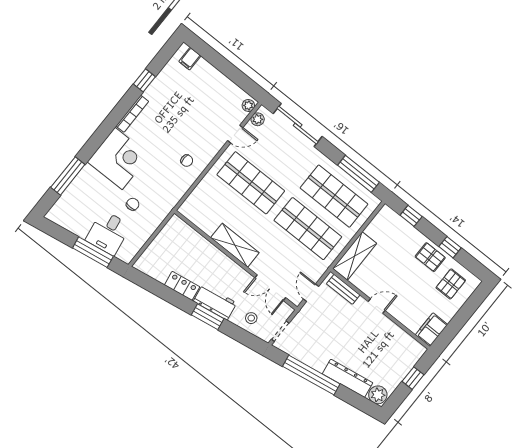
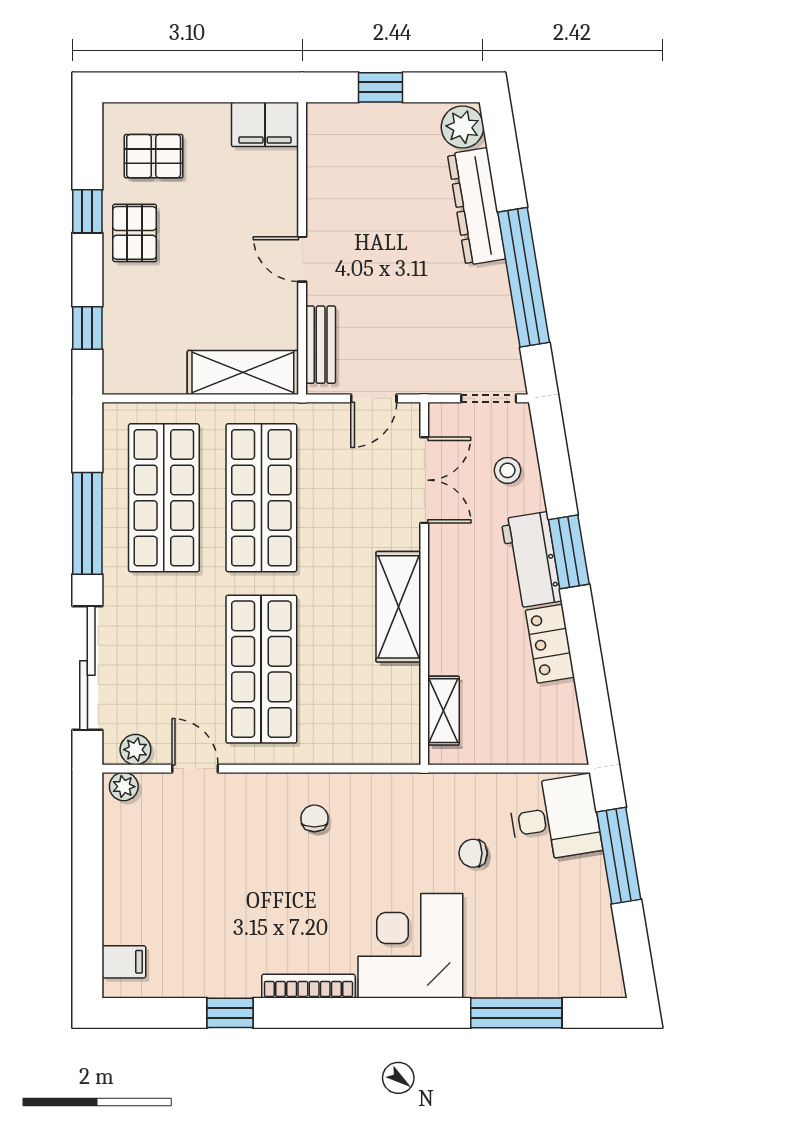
window: (358, 174) -> (87, 523), moved
shelving: (188, 232) -> (443, 711), added
desk: (108, 233) -> (555, 818), moved

